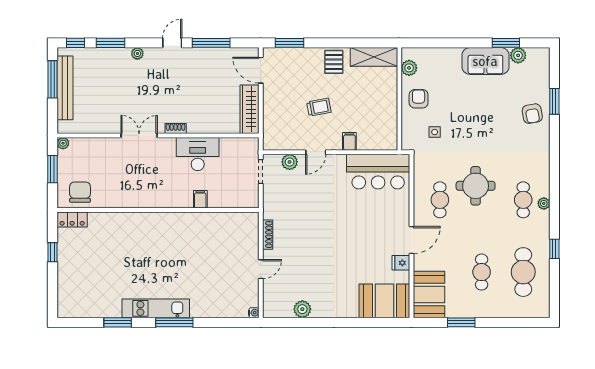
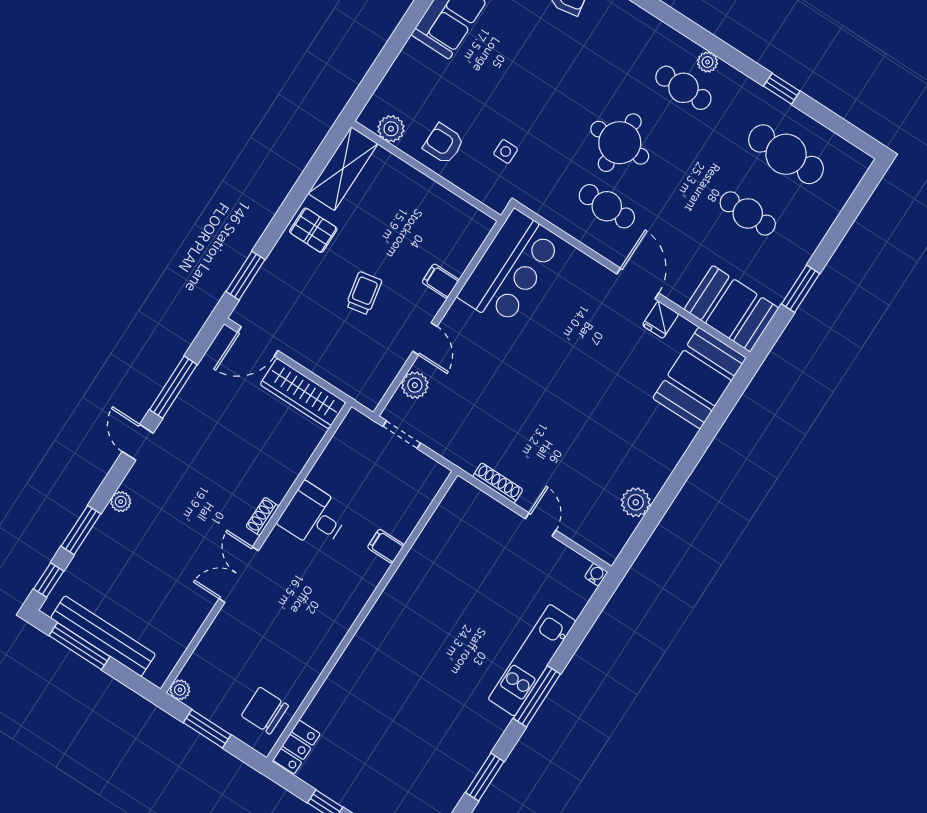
desk: (198, 154) -> (314, 517), width x0.73
kitchen unit: (156, 308) -> (532, 660), moved

